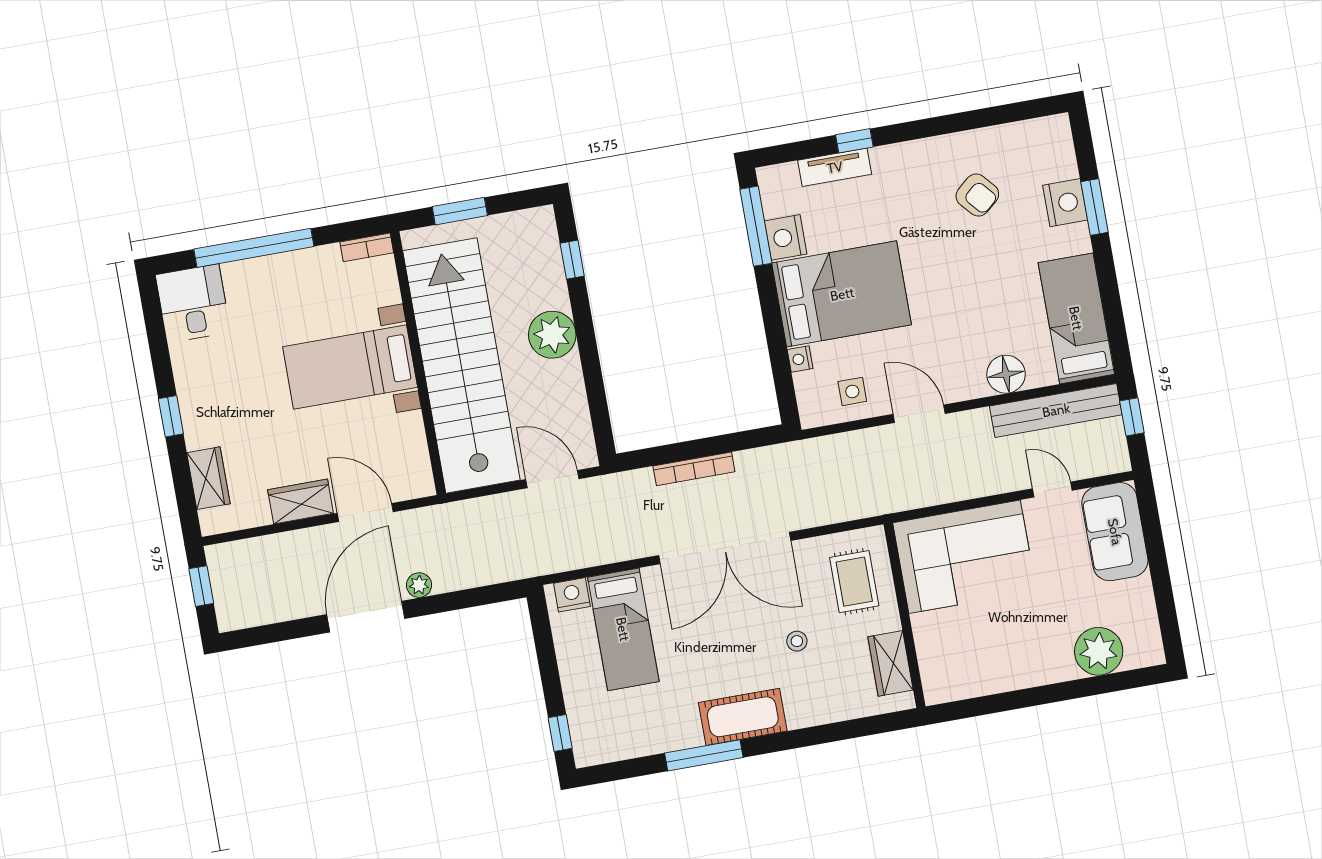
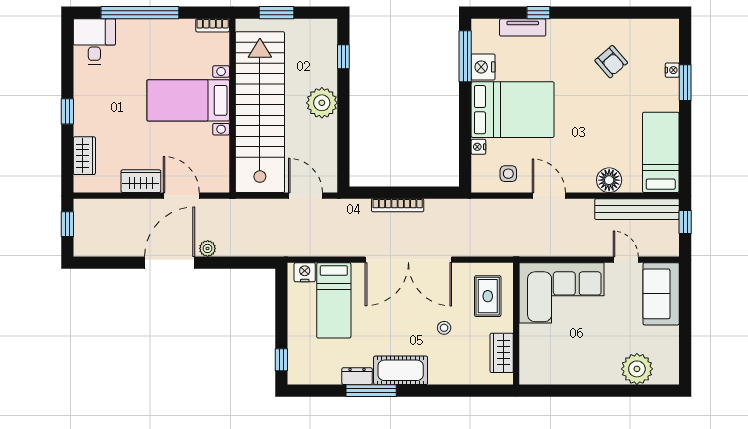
nightstand: (1065, 203) -> (672, 70), width x0.53, depth x0.56
dresser: (679, 737) -> (357, 376), added

